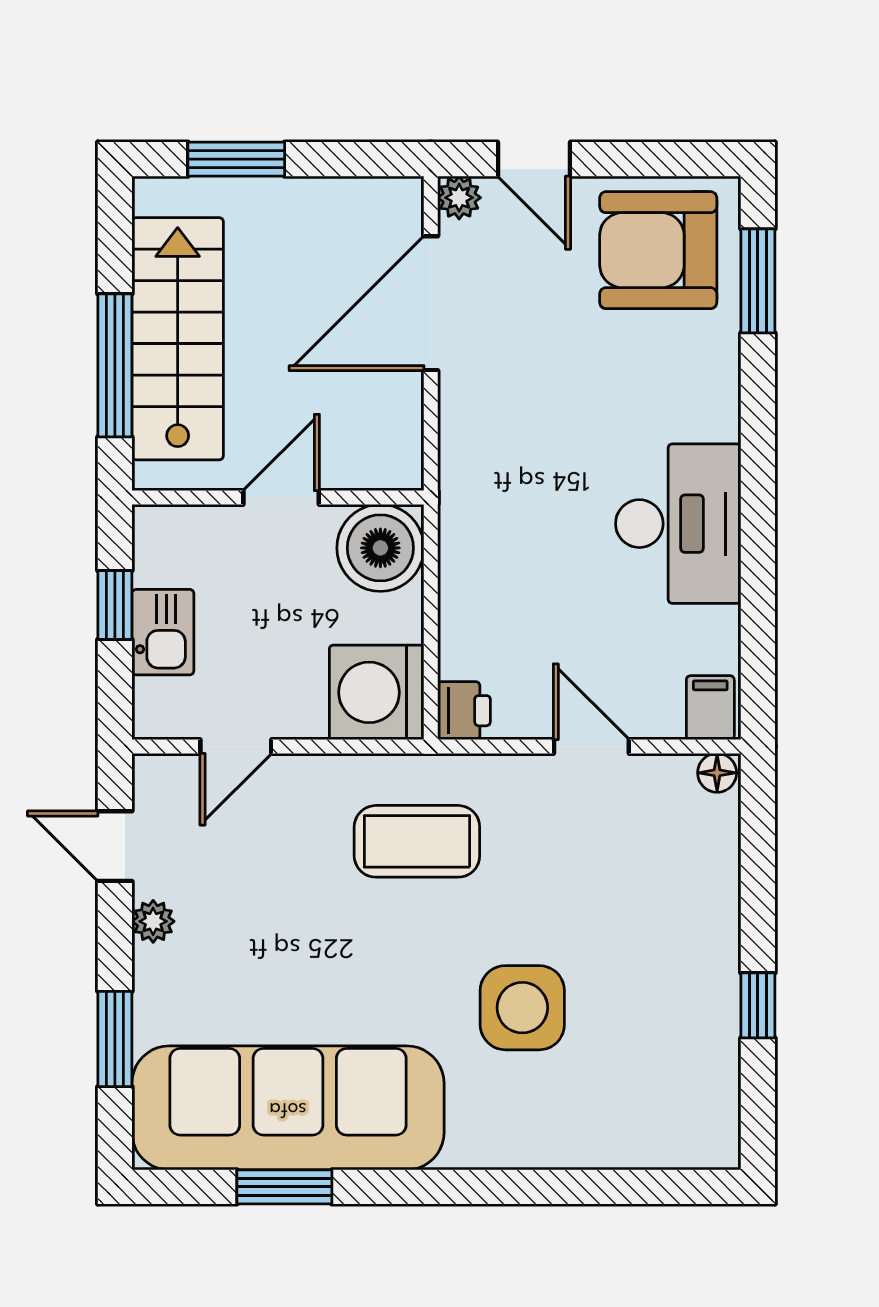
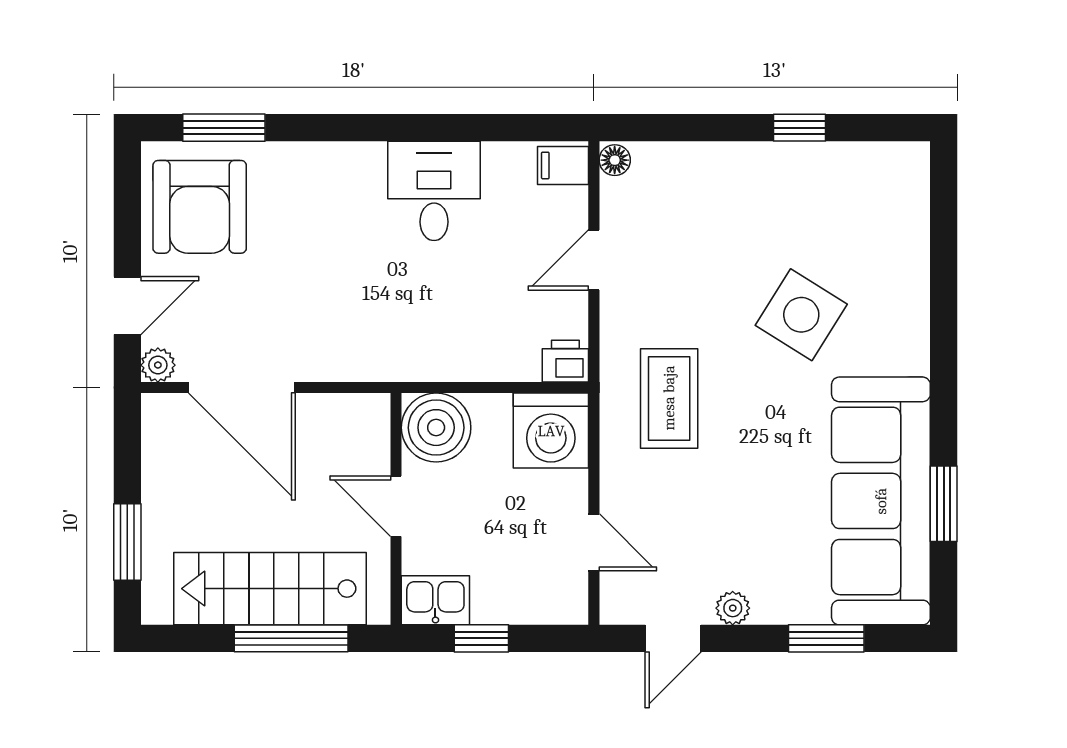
desk: (678, 524) -> (434, 191), width x0.73
kitchen sink: (163, 632) -> (435, 600), moved
side table: (522, 1008) -> (801, 315), turned 32

